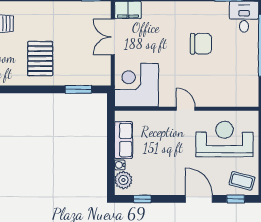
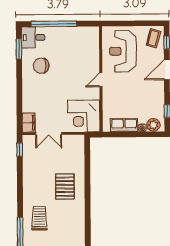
chair: (201, 44) -> (41, 66), moved, turned -90
pallet: (40, 59) -> (65, 187), turned 90
window: (78, 89) -> (87, 159), removed

